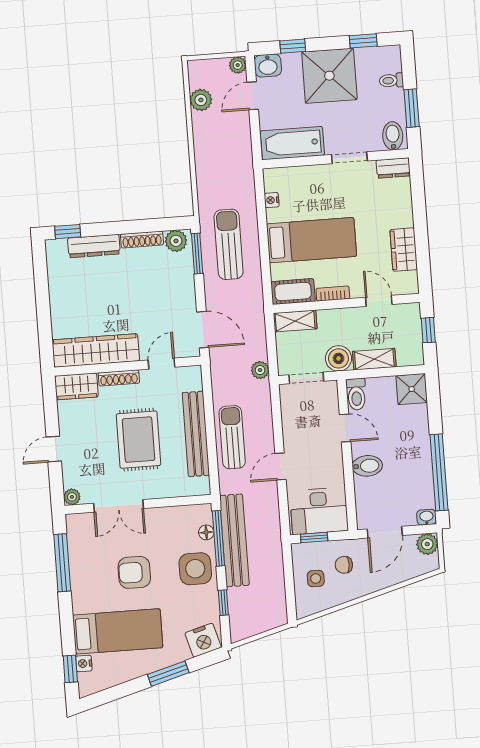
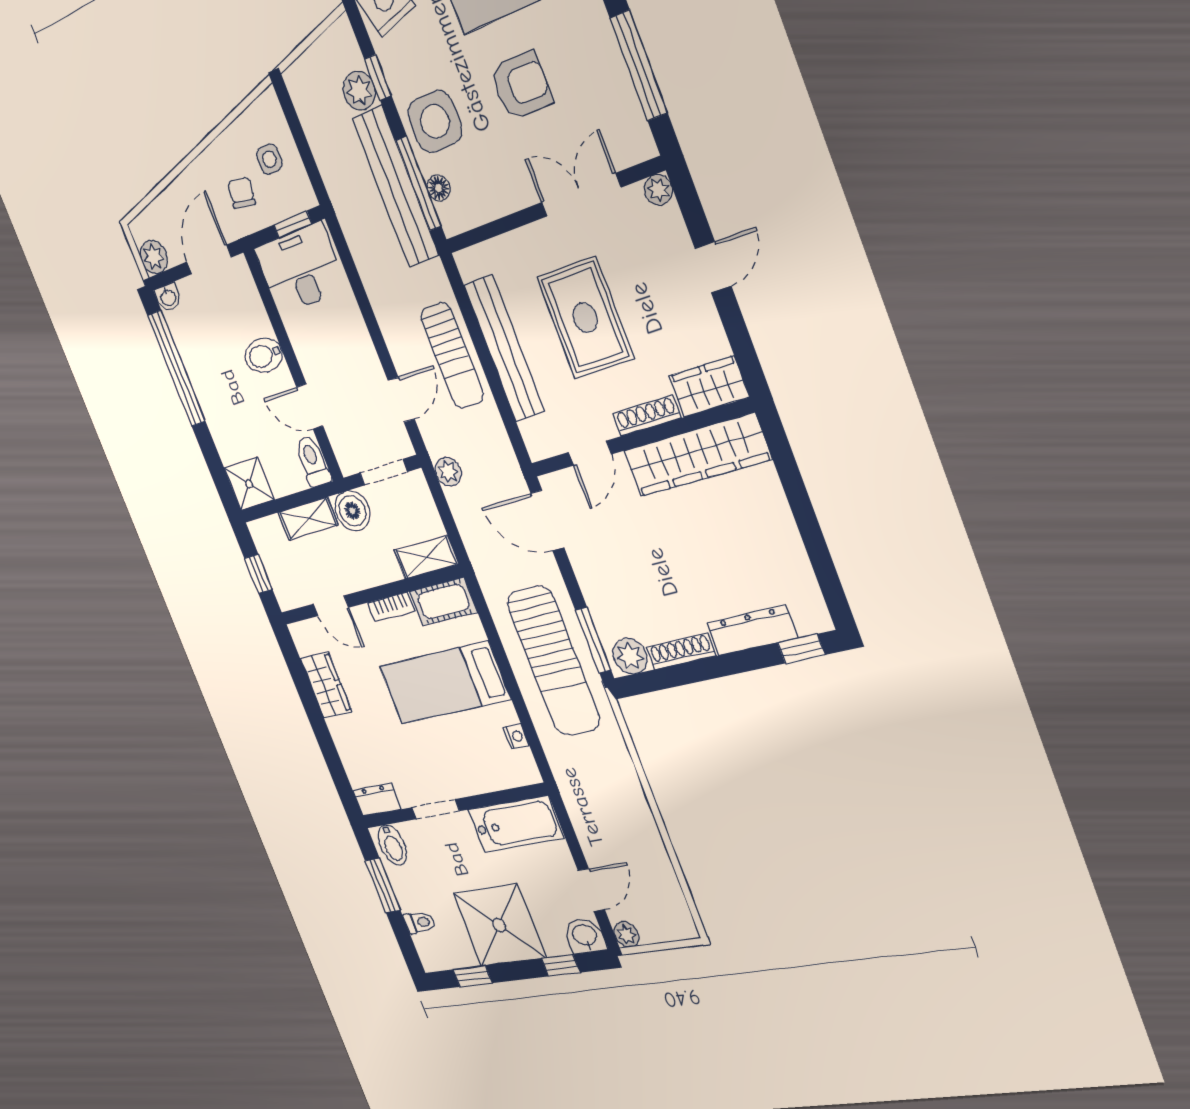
plant: (201, 100) -> (359, 91), moved
sun lounger: (229, 244) -> (553, 661), width x1.36, depth x1.34
door: (281, 466) -> (401, 400), moved
chair: (344, 565) -> (242, 193), turned -81

